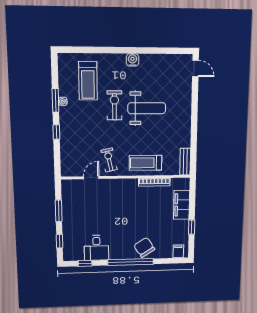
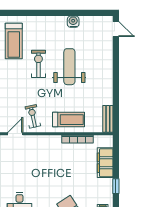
water cooler: (133, 60) -> (73, 22), moved
weight bench: (147, 108) -> (69, 67), turned -90
treadmill: (146, 163) -> (69, 120), turned 180

